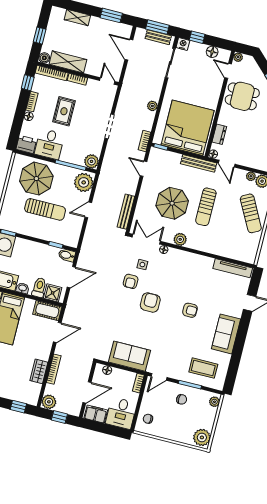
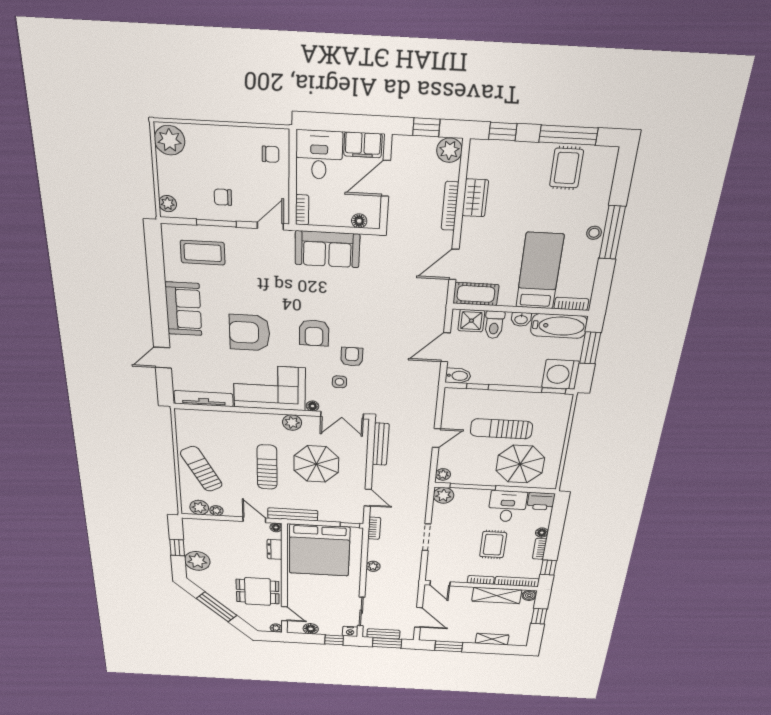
plant: (84, 182) -> (443, 474), width x0.53, depth x0.53
corner sofa: (188, 269) -> (269, 388), added
armchair: (190, 310) -> (250, 333), width x1.88, depth x1.88

